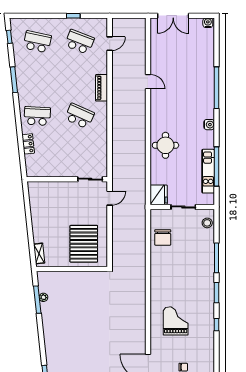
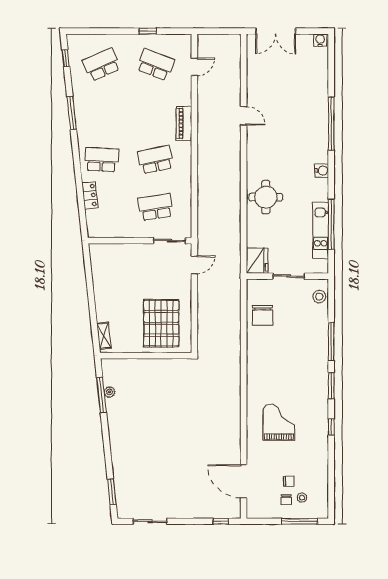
school desk: (37, 42) -> (102, 65), turned -36
school desk: (79, 116) -> (156, 160), turned -36
school desk: (79, 153) -> (156, 207), added

